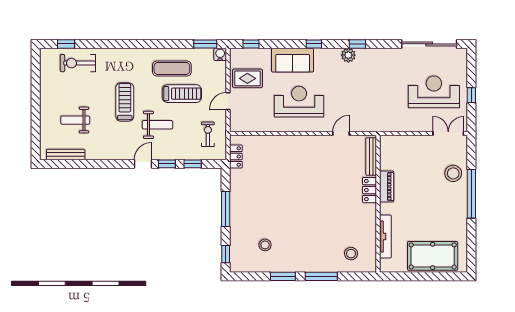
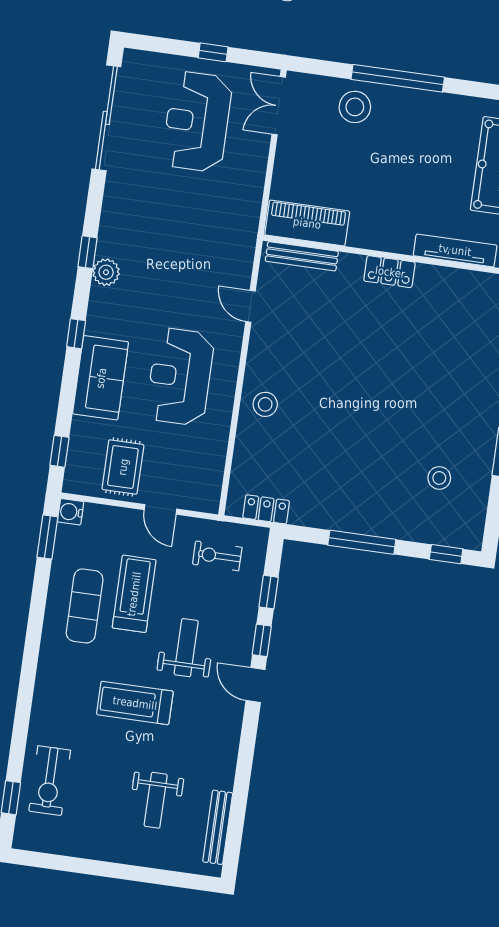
piano: (387, 187) -> (307, 223), moved, width x1.37, depth x1.33
locker: (369, 190) -> (390, 272), moved
stool: (351, 254) -> (265, 404), moved

